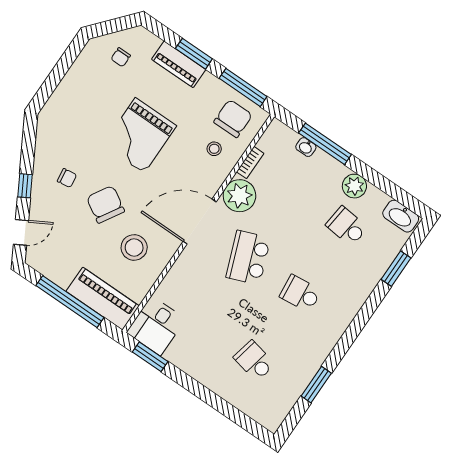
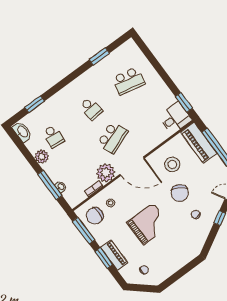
school desk: (254, 361) -> (128, 81), width x1.85

